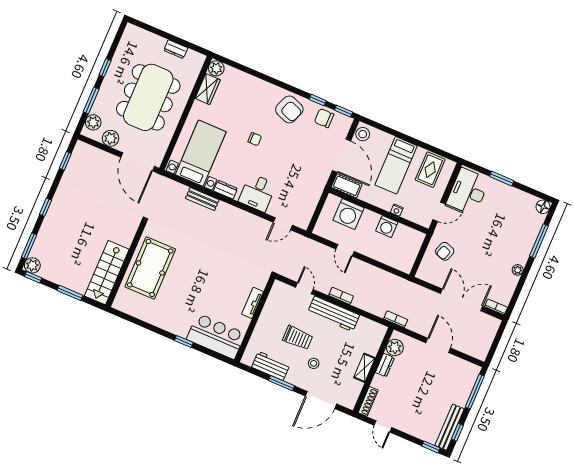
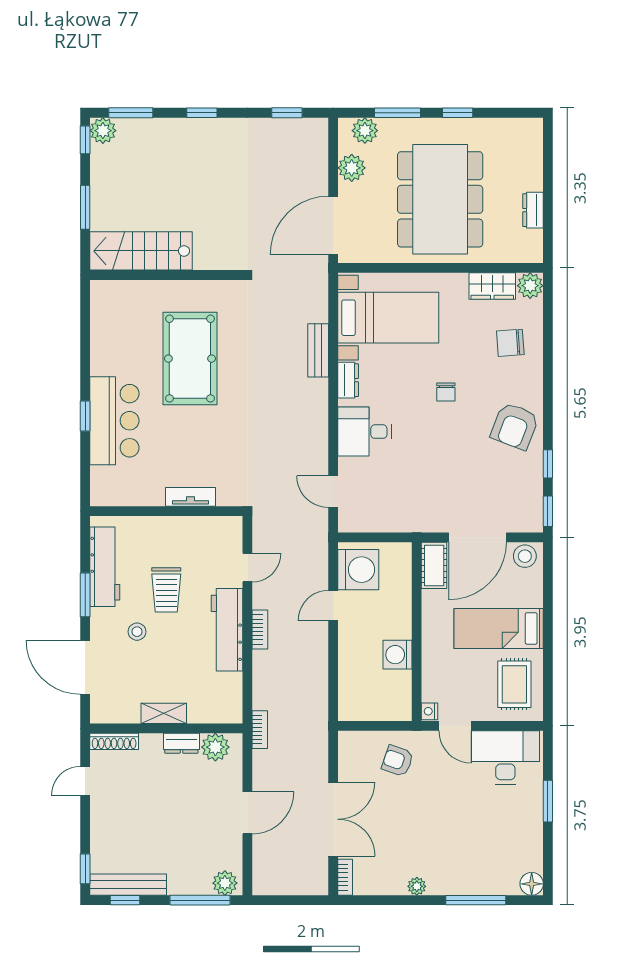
dining table: (148, 97) -> (440, 199), turned 90
chair: (324, 118) -> (510, 343), moved, turned -94
rug: (430, 170) -> (514, 684), turned 90
nightstand: (397, 210) -> (430, 711), moved
washing machine: (349, 214) -> (358, 570), moved, turned 180
pool table: (150, 268) -> (190, 359), moved, turned 90
bar counter: (216, 336) -> (114, 421), moved
workbench: (271, 366) -> (105, 567), width x1.38
plant: (471, 374) -> (225, 883), added

